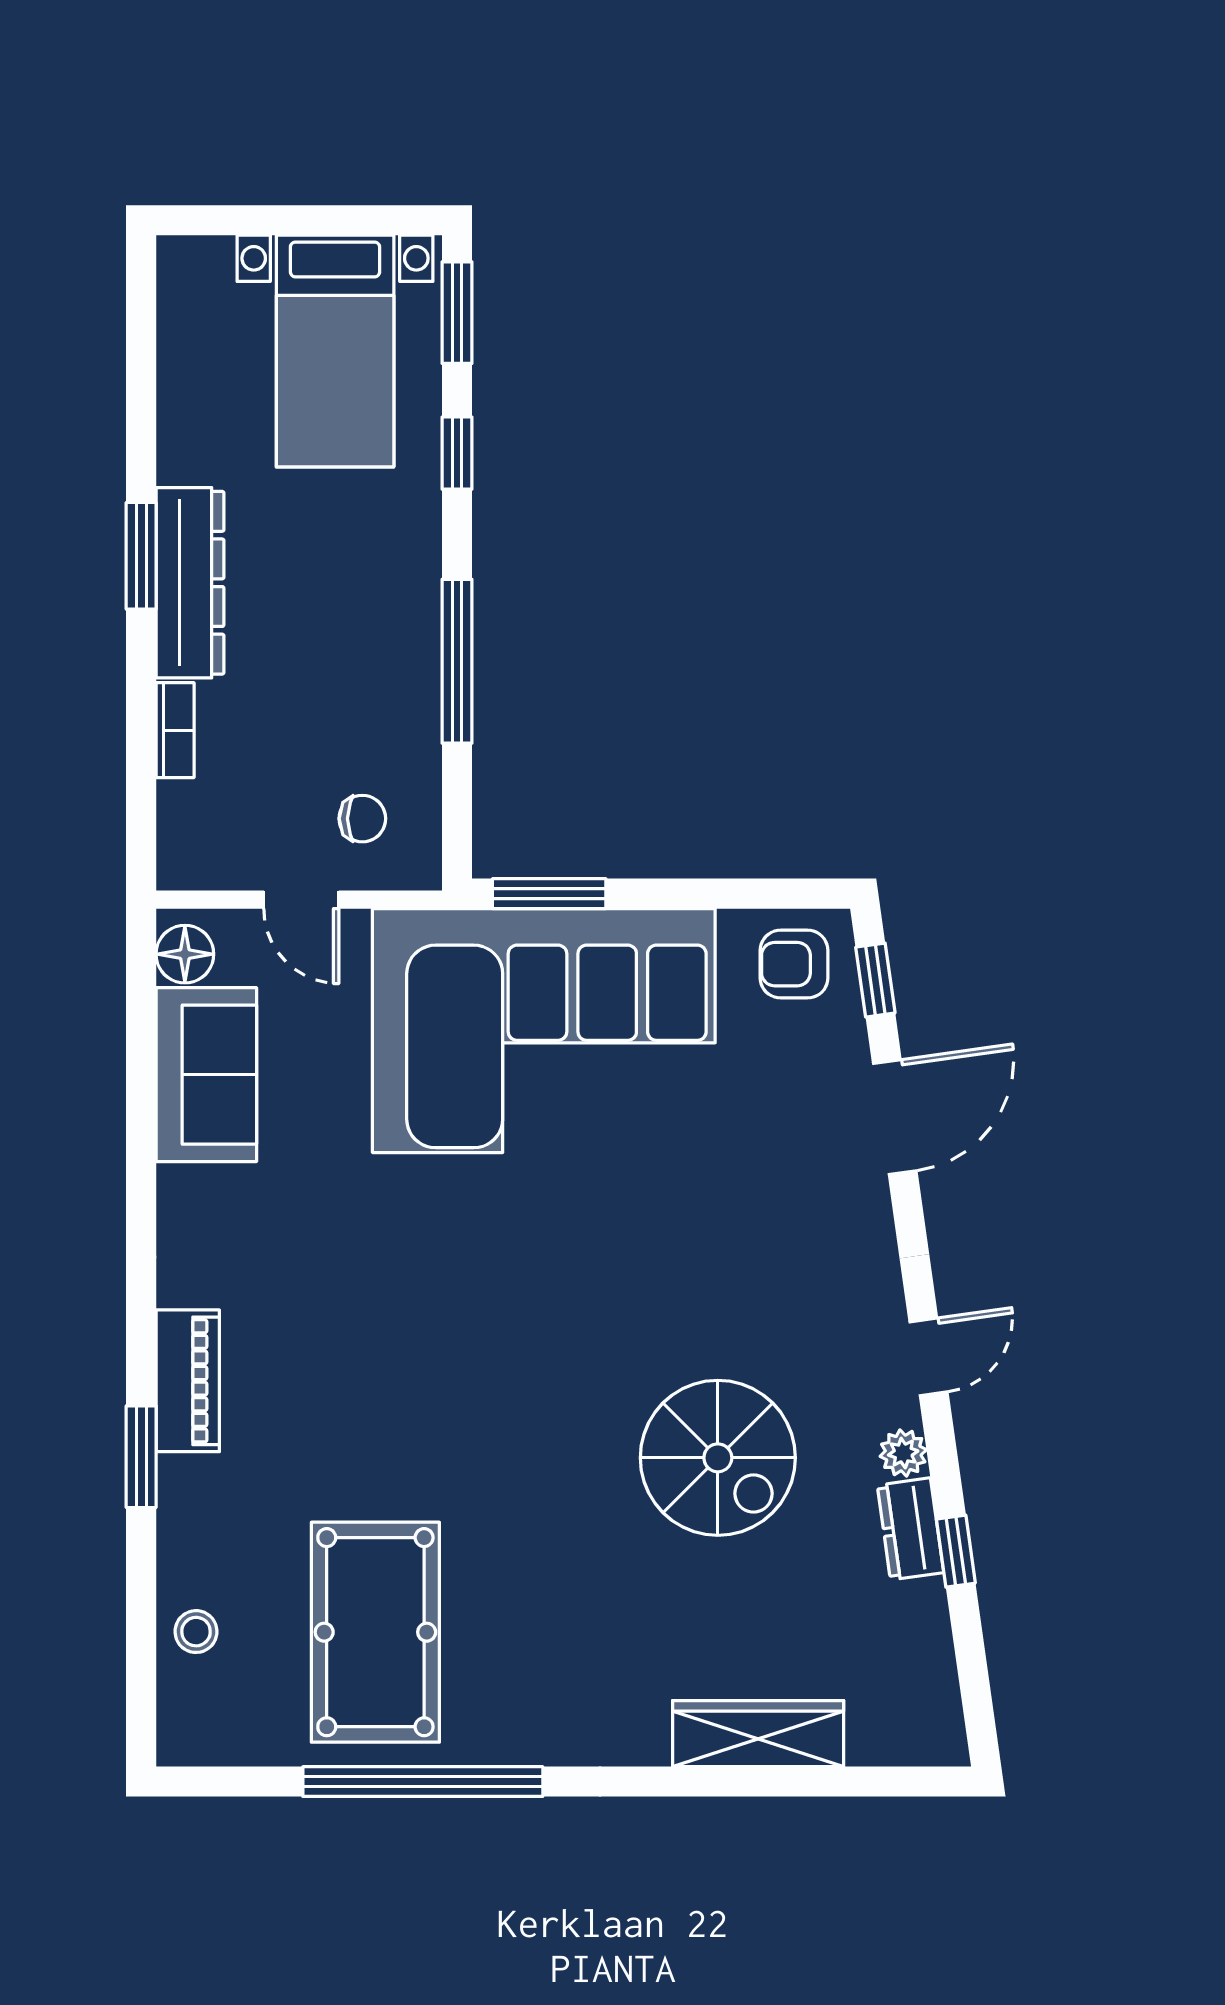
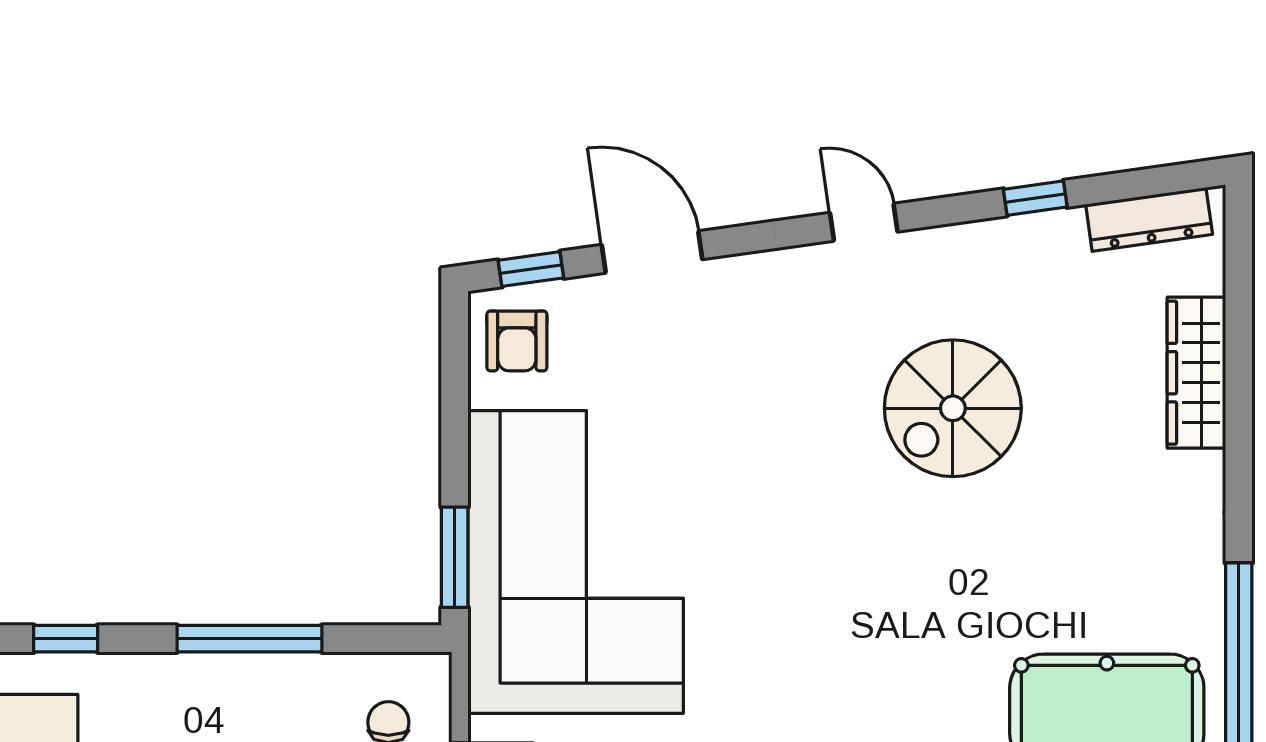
plant: (903, 1453) -> (949, 245), removed
spiral stairs: (718, 1458) -> (953, 408), turned 180
dresser: (910, 1529) -> (1149, 219), moved, width x1.44

